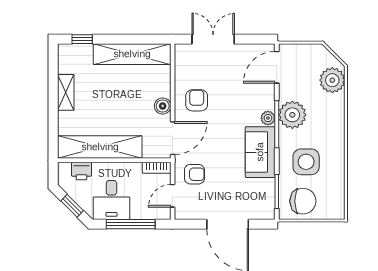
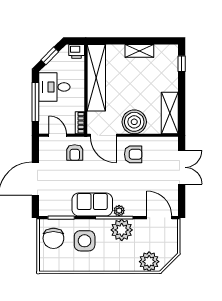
shelving: (132, 54) -> (170, 113), width x0.68
boiler: (163, 106) -> (134, 122), width x1.86, depth x1.86
printer: (81, 171) -> (77, 51), moved, turned -90

